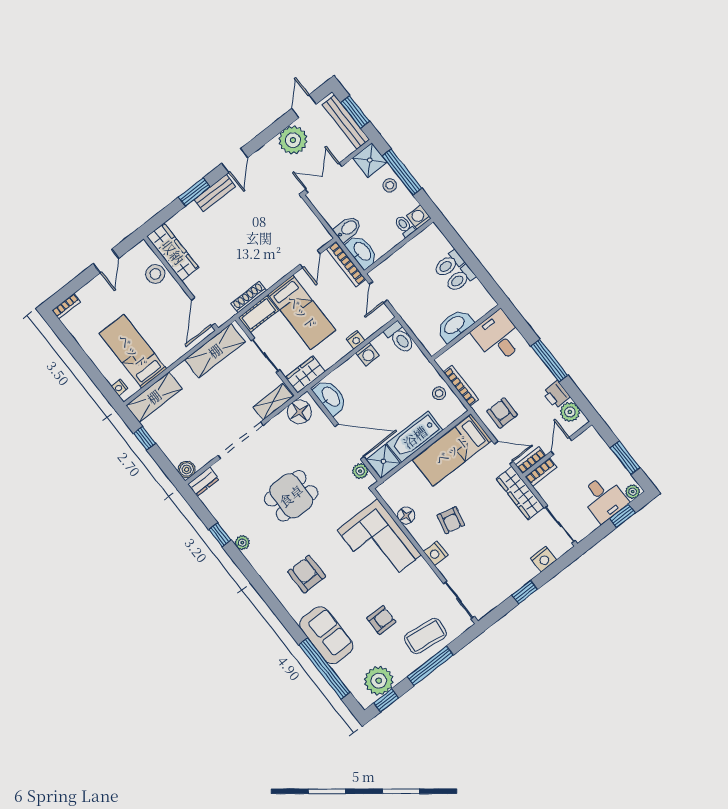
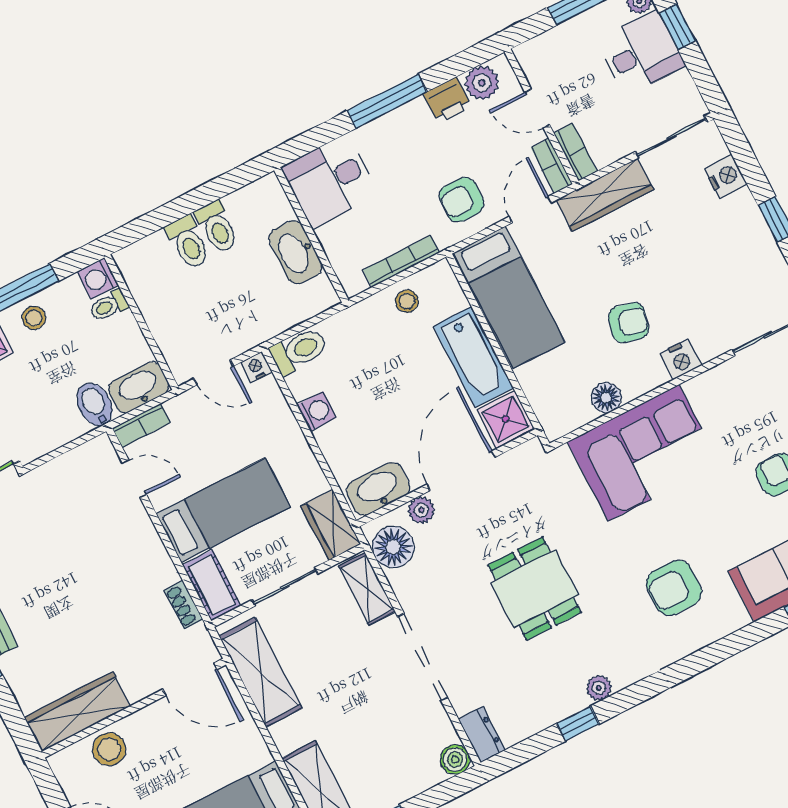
bookcase: (346, 264) -> (141, 425), width x0.64
shoe rack: (249, 297) -> (184, 605), width x0.70
nightstand: (355, 340) -> (256, 367), moved, turned -90
plant: (360, 471) -> (421, 510), moved

